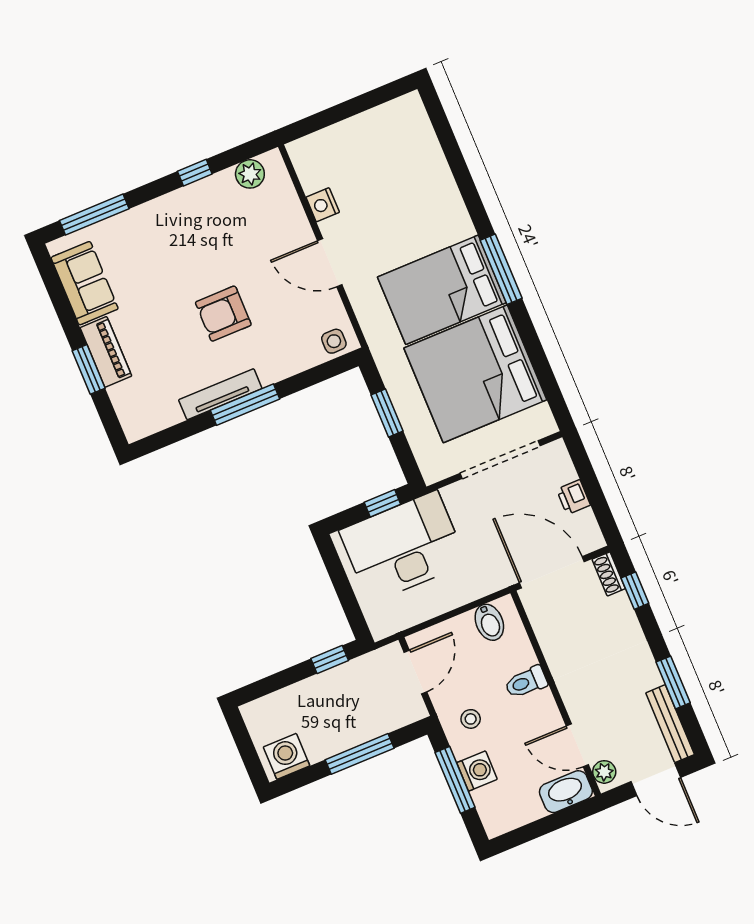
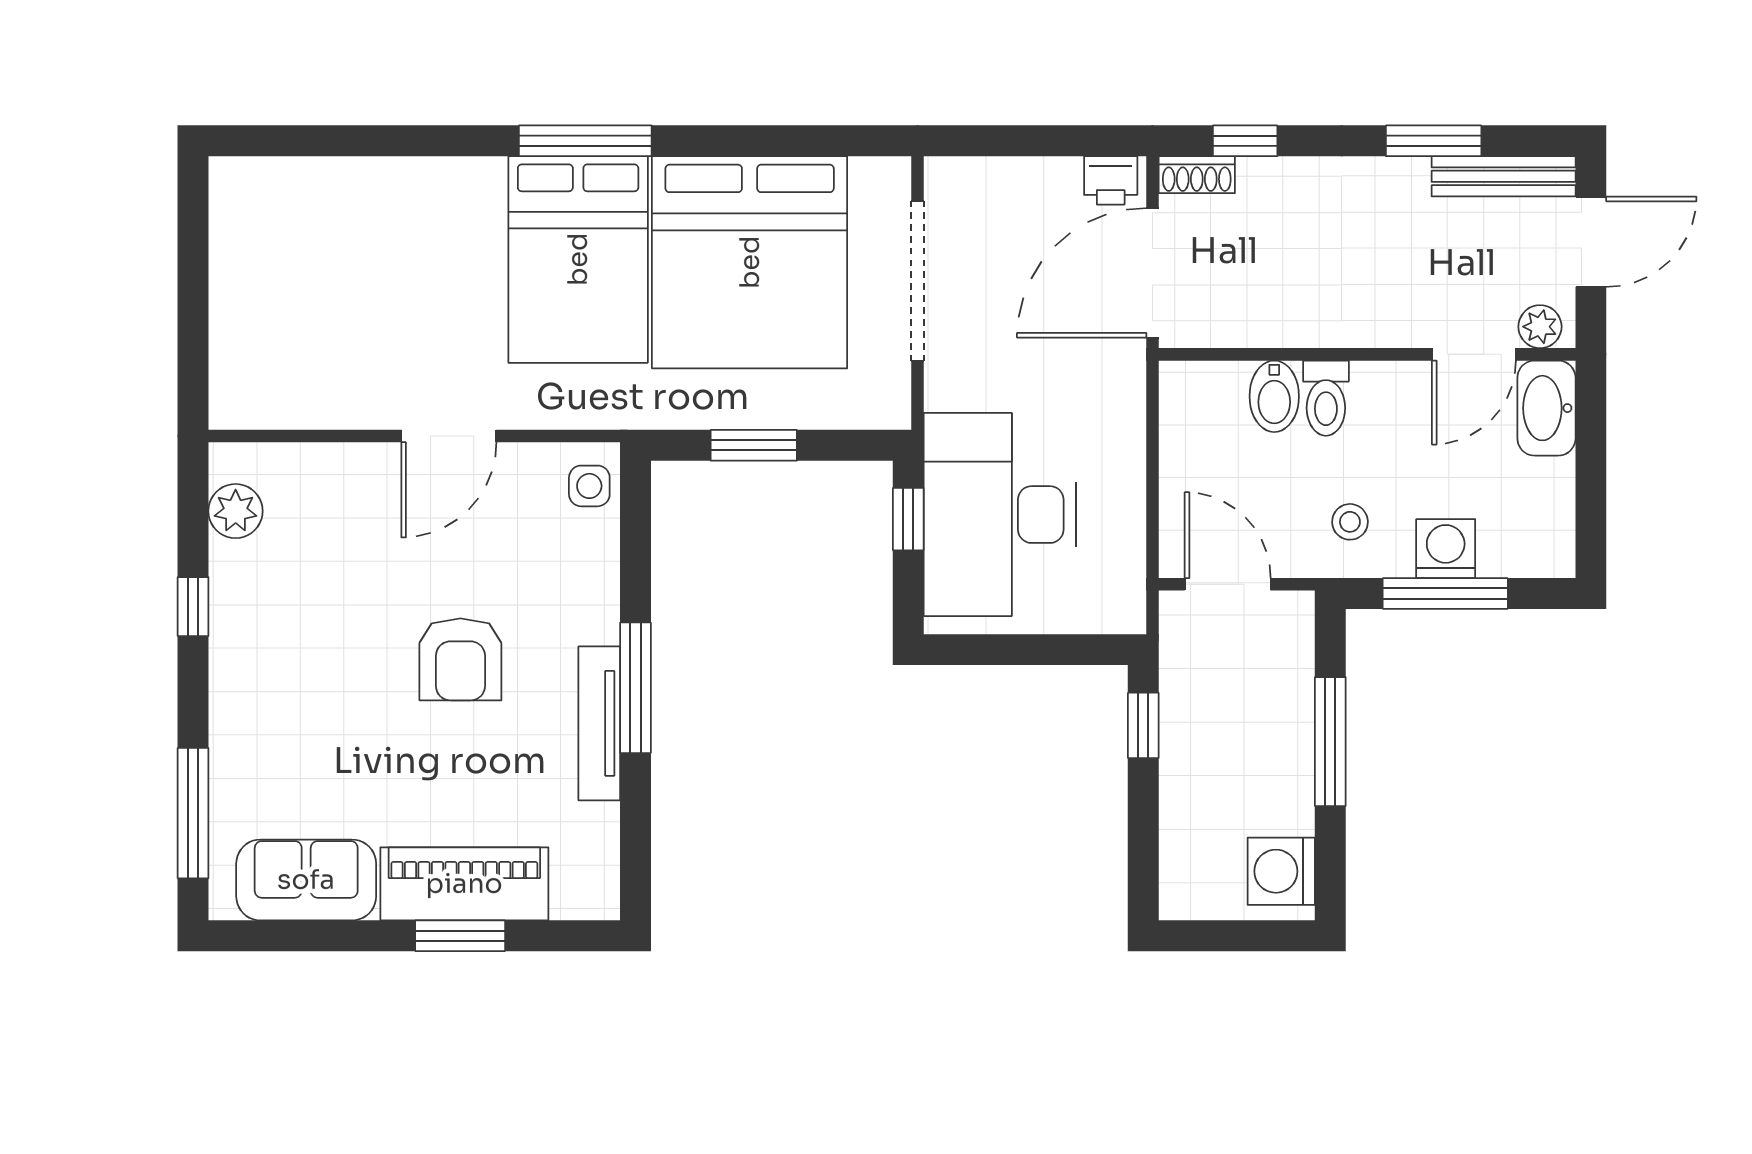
nightstand: (323, 205) -> (342, 406), removed
piano: (106, 352) -> (464, 884), width x1.37, depth x1.33
printer: (573, 497) -> (1111, 180), moved
bidet: (489, 622) -> (1274, 396), moved, turned 90

